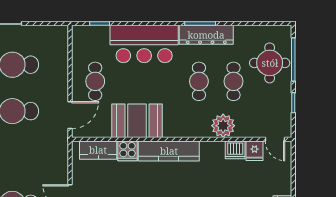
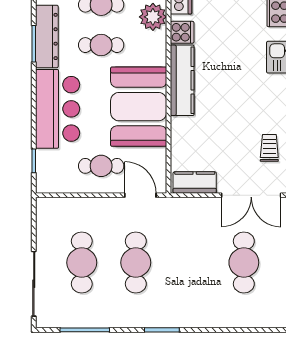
booth: (137, 121) -> (139, 107), width x1.36, depth x1.42
kitchen counter: (98, 150) -> (195, 182), moved, turned -90
cooker: (128, 151) -> (182, 32), moved

